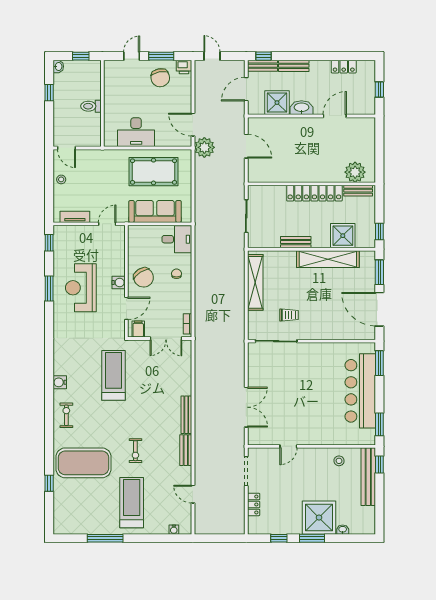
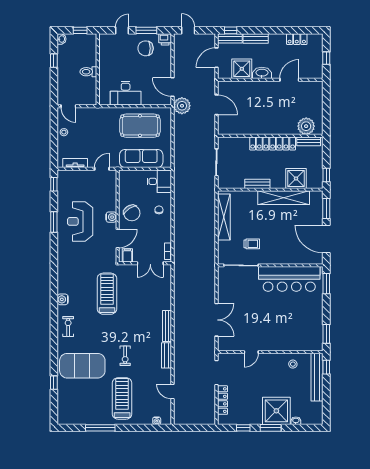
chair: (160, 78) -> (146, 48), turned 101
bar counter: (360, 391) -> (289, 279), moved, turned -90
locker: (254, 504) -> (223, 400), width x1.53

